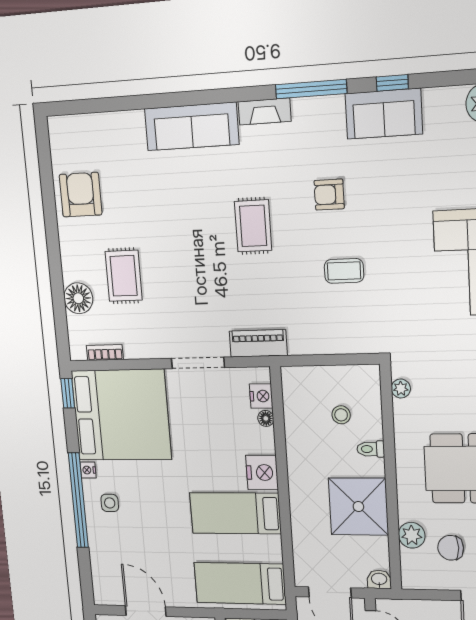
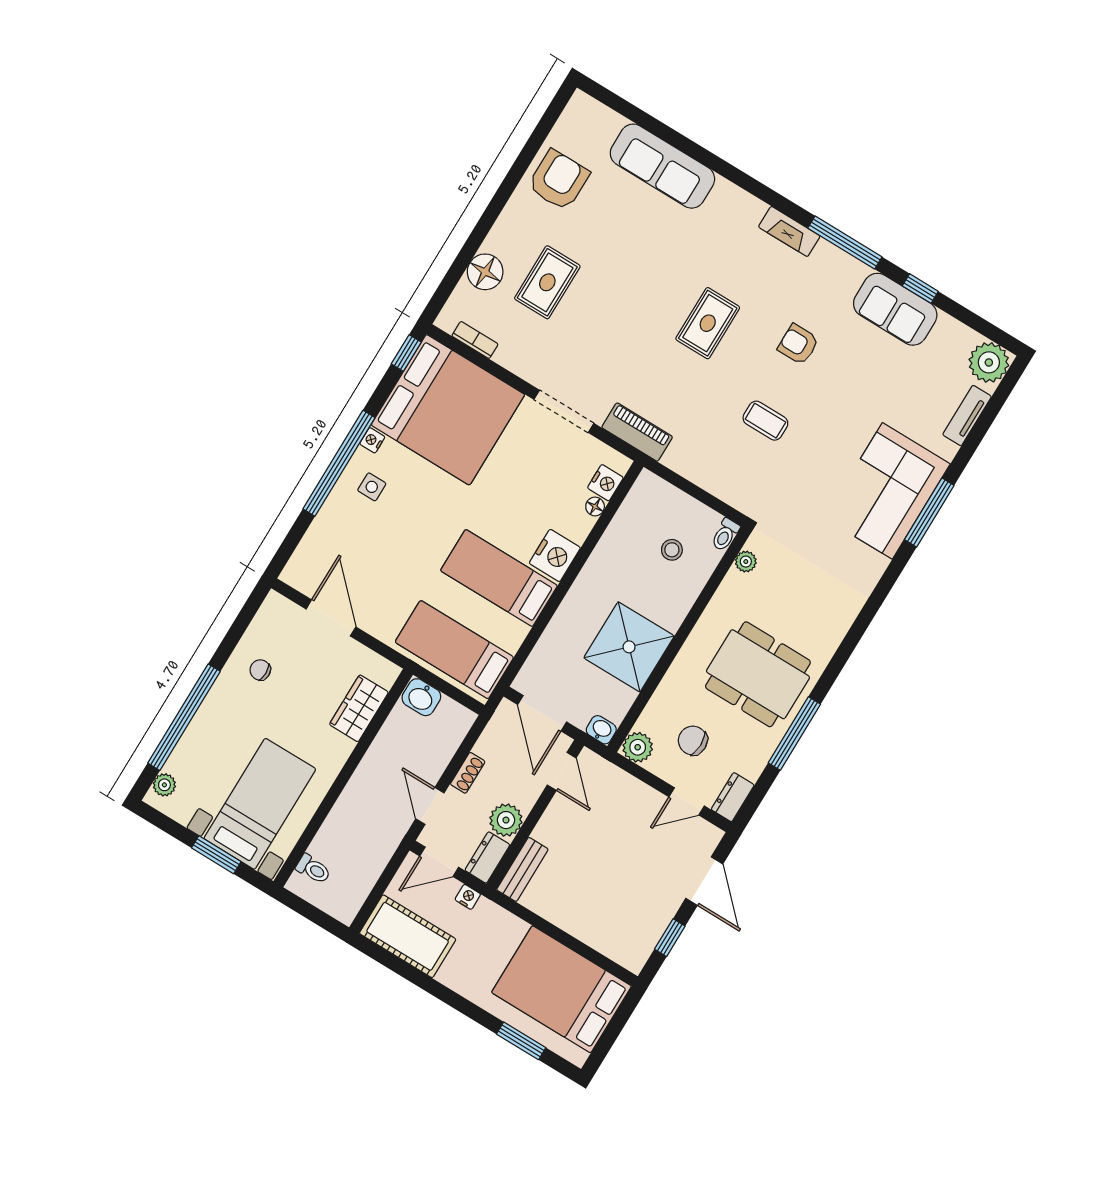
sofa: (192, 126) -> (662, 166), moved
toilet: (371, 449) -> (725, 535), moved, turned -90
plant: (412, 535) -> (638, 747), moved

